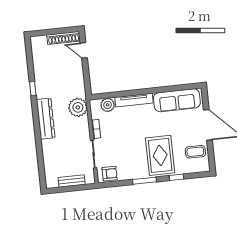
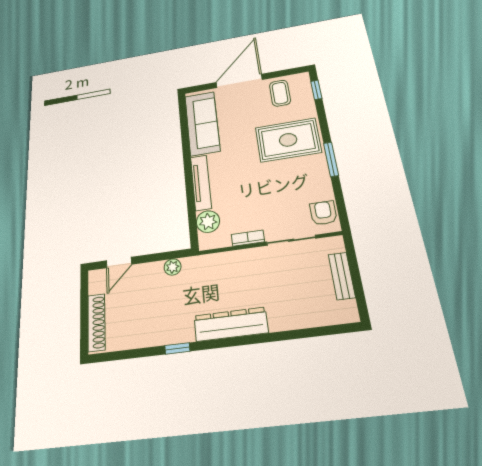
shoe rack: (64, 38) -> (96, 322), moved
plant: (78, 107) -> (173, 267), moved, width x0.53, depth x0.53
window: (177, 177) -> (316, 90), moved

